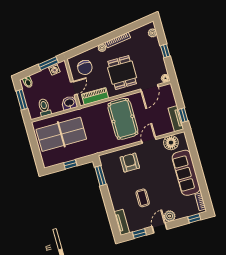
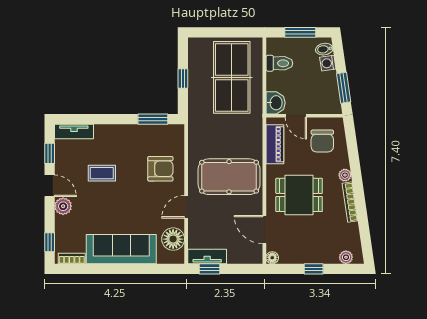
chair: (85, 68) -> (322, 141), turned -90
washing machine: (54, 69) -> (328, 63), moved
door: (149, 140) -> (186, 207), swing flipped

